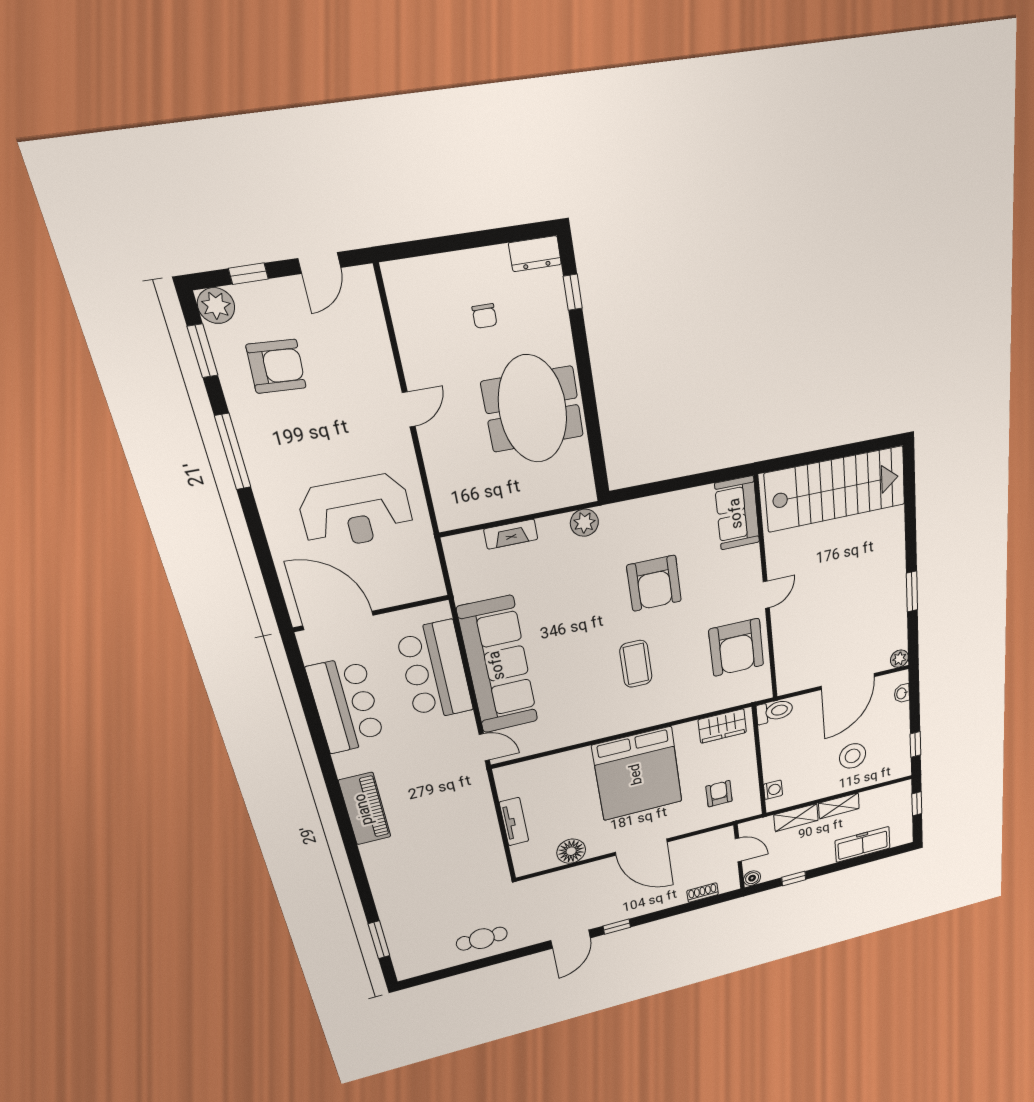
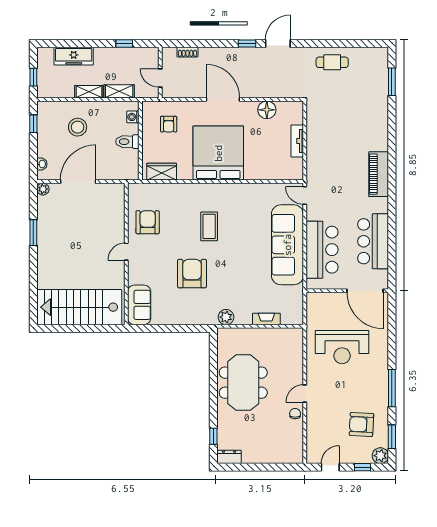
chair: (485, 316) -> (295, 414), moved
reception desk: (356, 512) -> (342, 347), turned 180
armchair: (736, 647) -> (148, 222), width x0.73, depth x0.73
toilet: (775, 711) -> (127, 142), moved
boiler: (752, 878) -> (153, 53), removed

